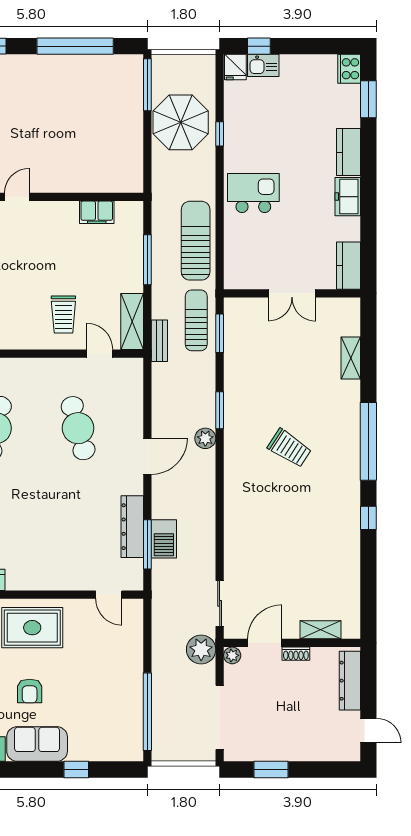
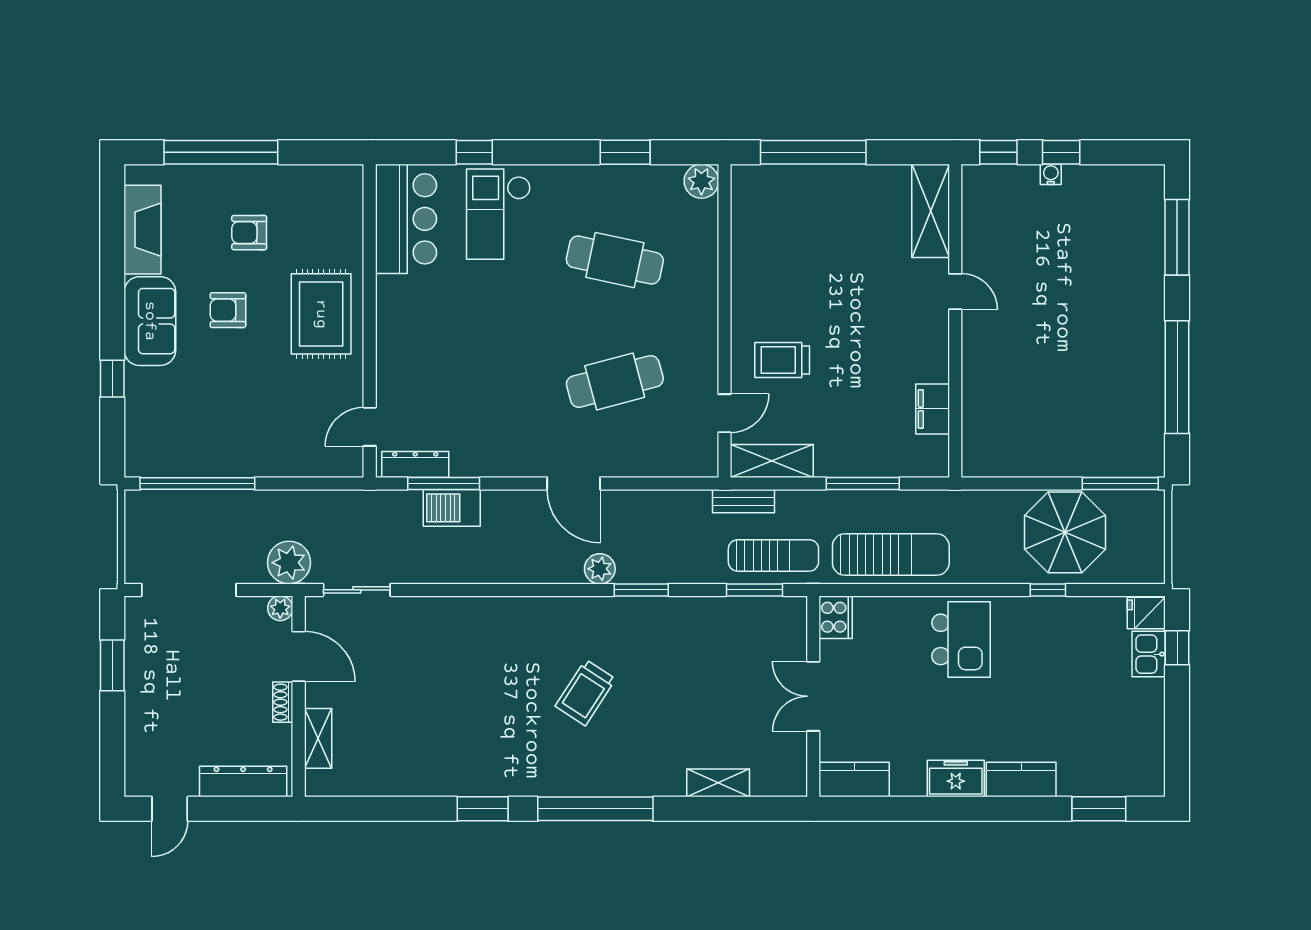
cooker: (349, 69) -> (836, 617), moved, turned 90
window: (368, 518) -> (483, 809), width x1.50
dresser: (132, 527) -> (415, 464), moved, width x0.73, depth x0.80

